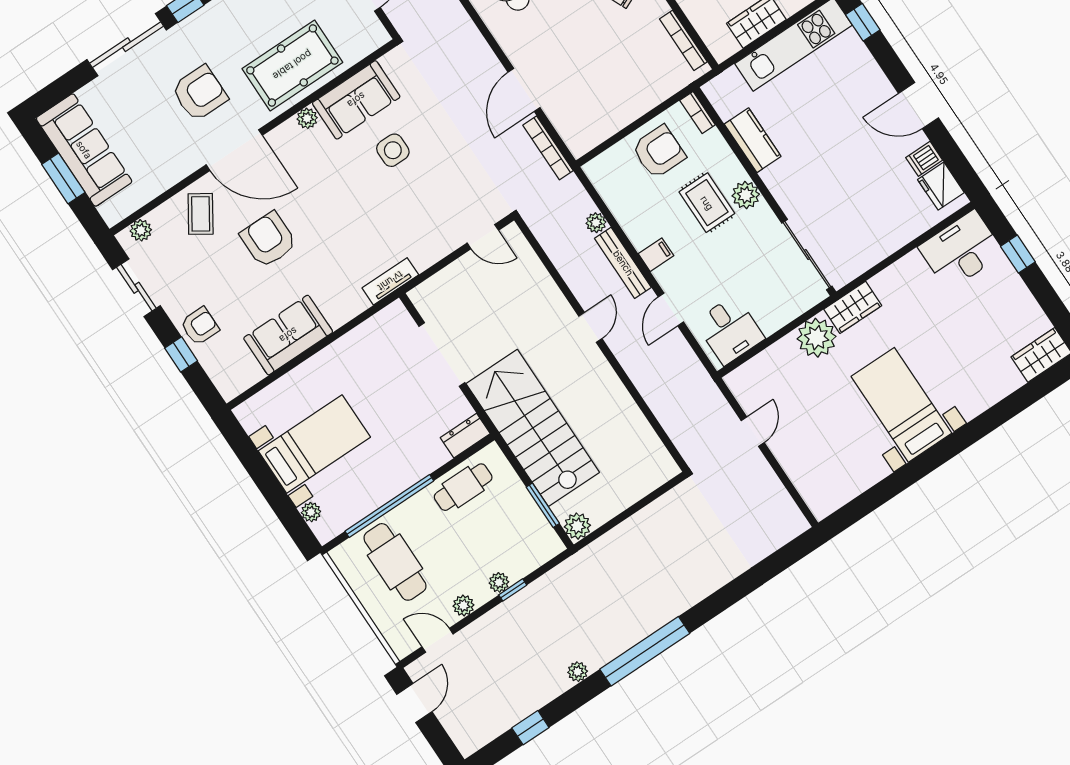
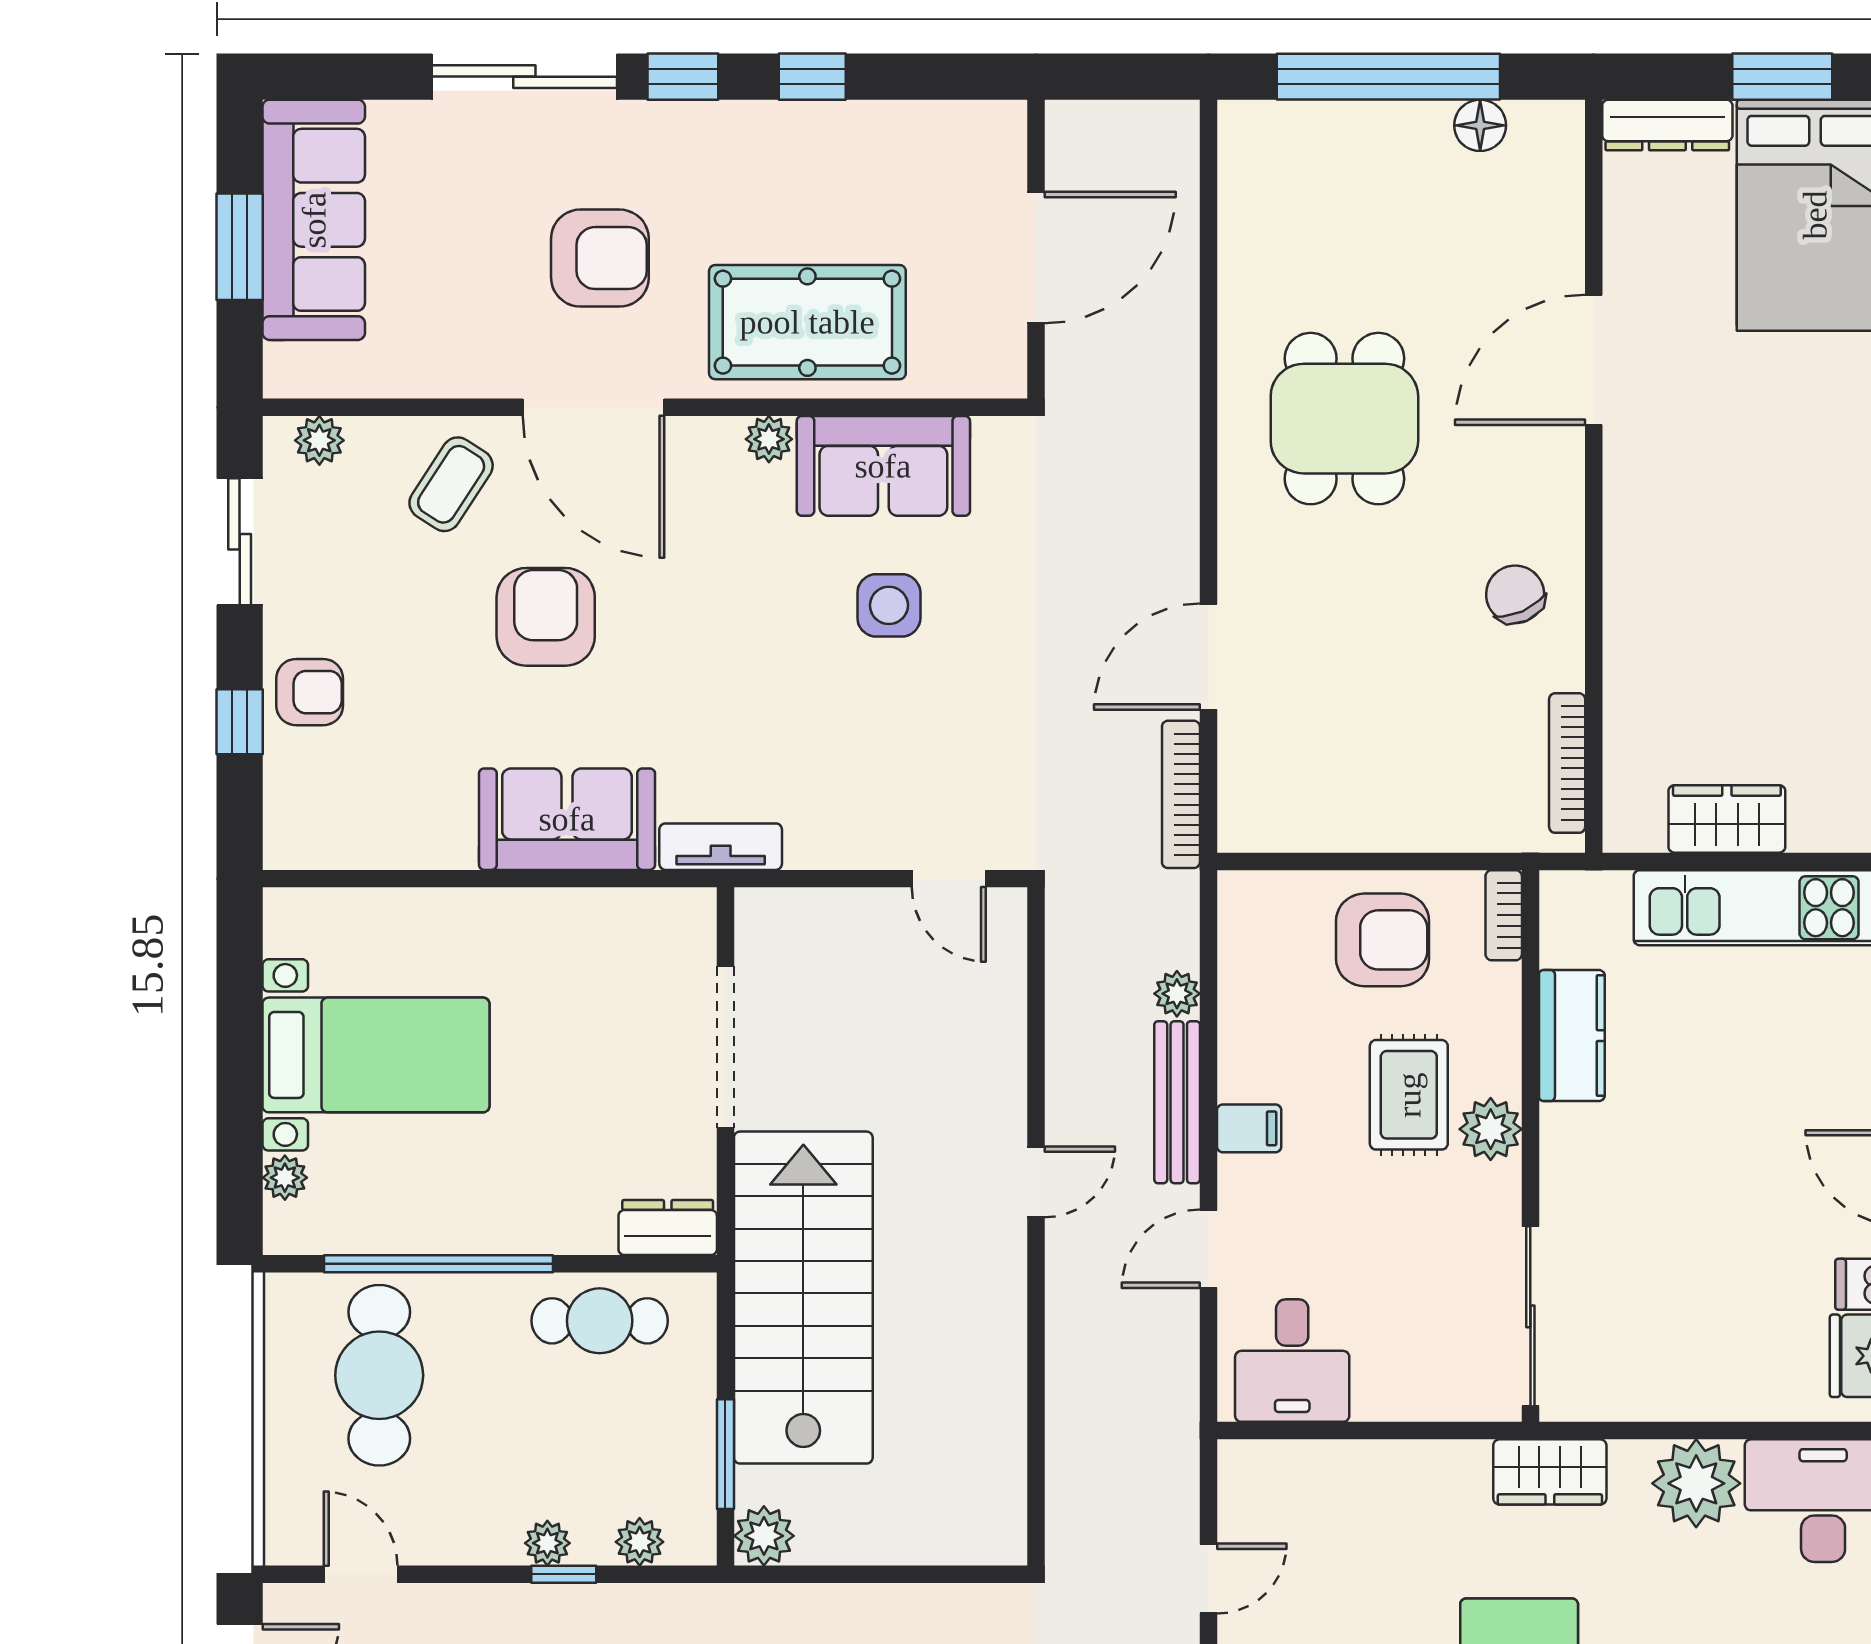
sofa: (288, 335) -> (567, 819), moved
plant: (817, 338) -> (1696, 1483), moved
plant: (463, 605) -> (640, 1542), moved

